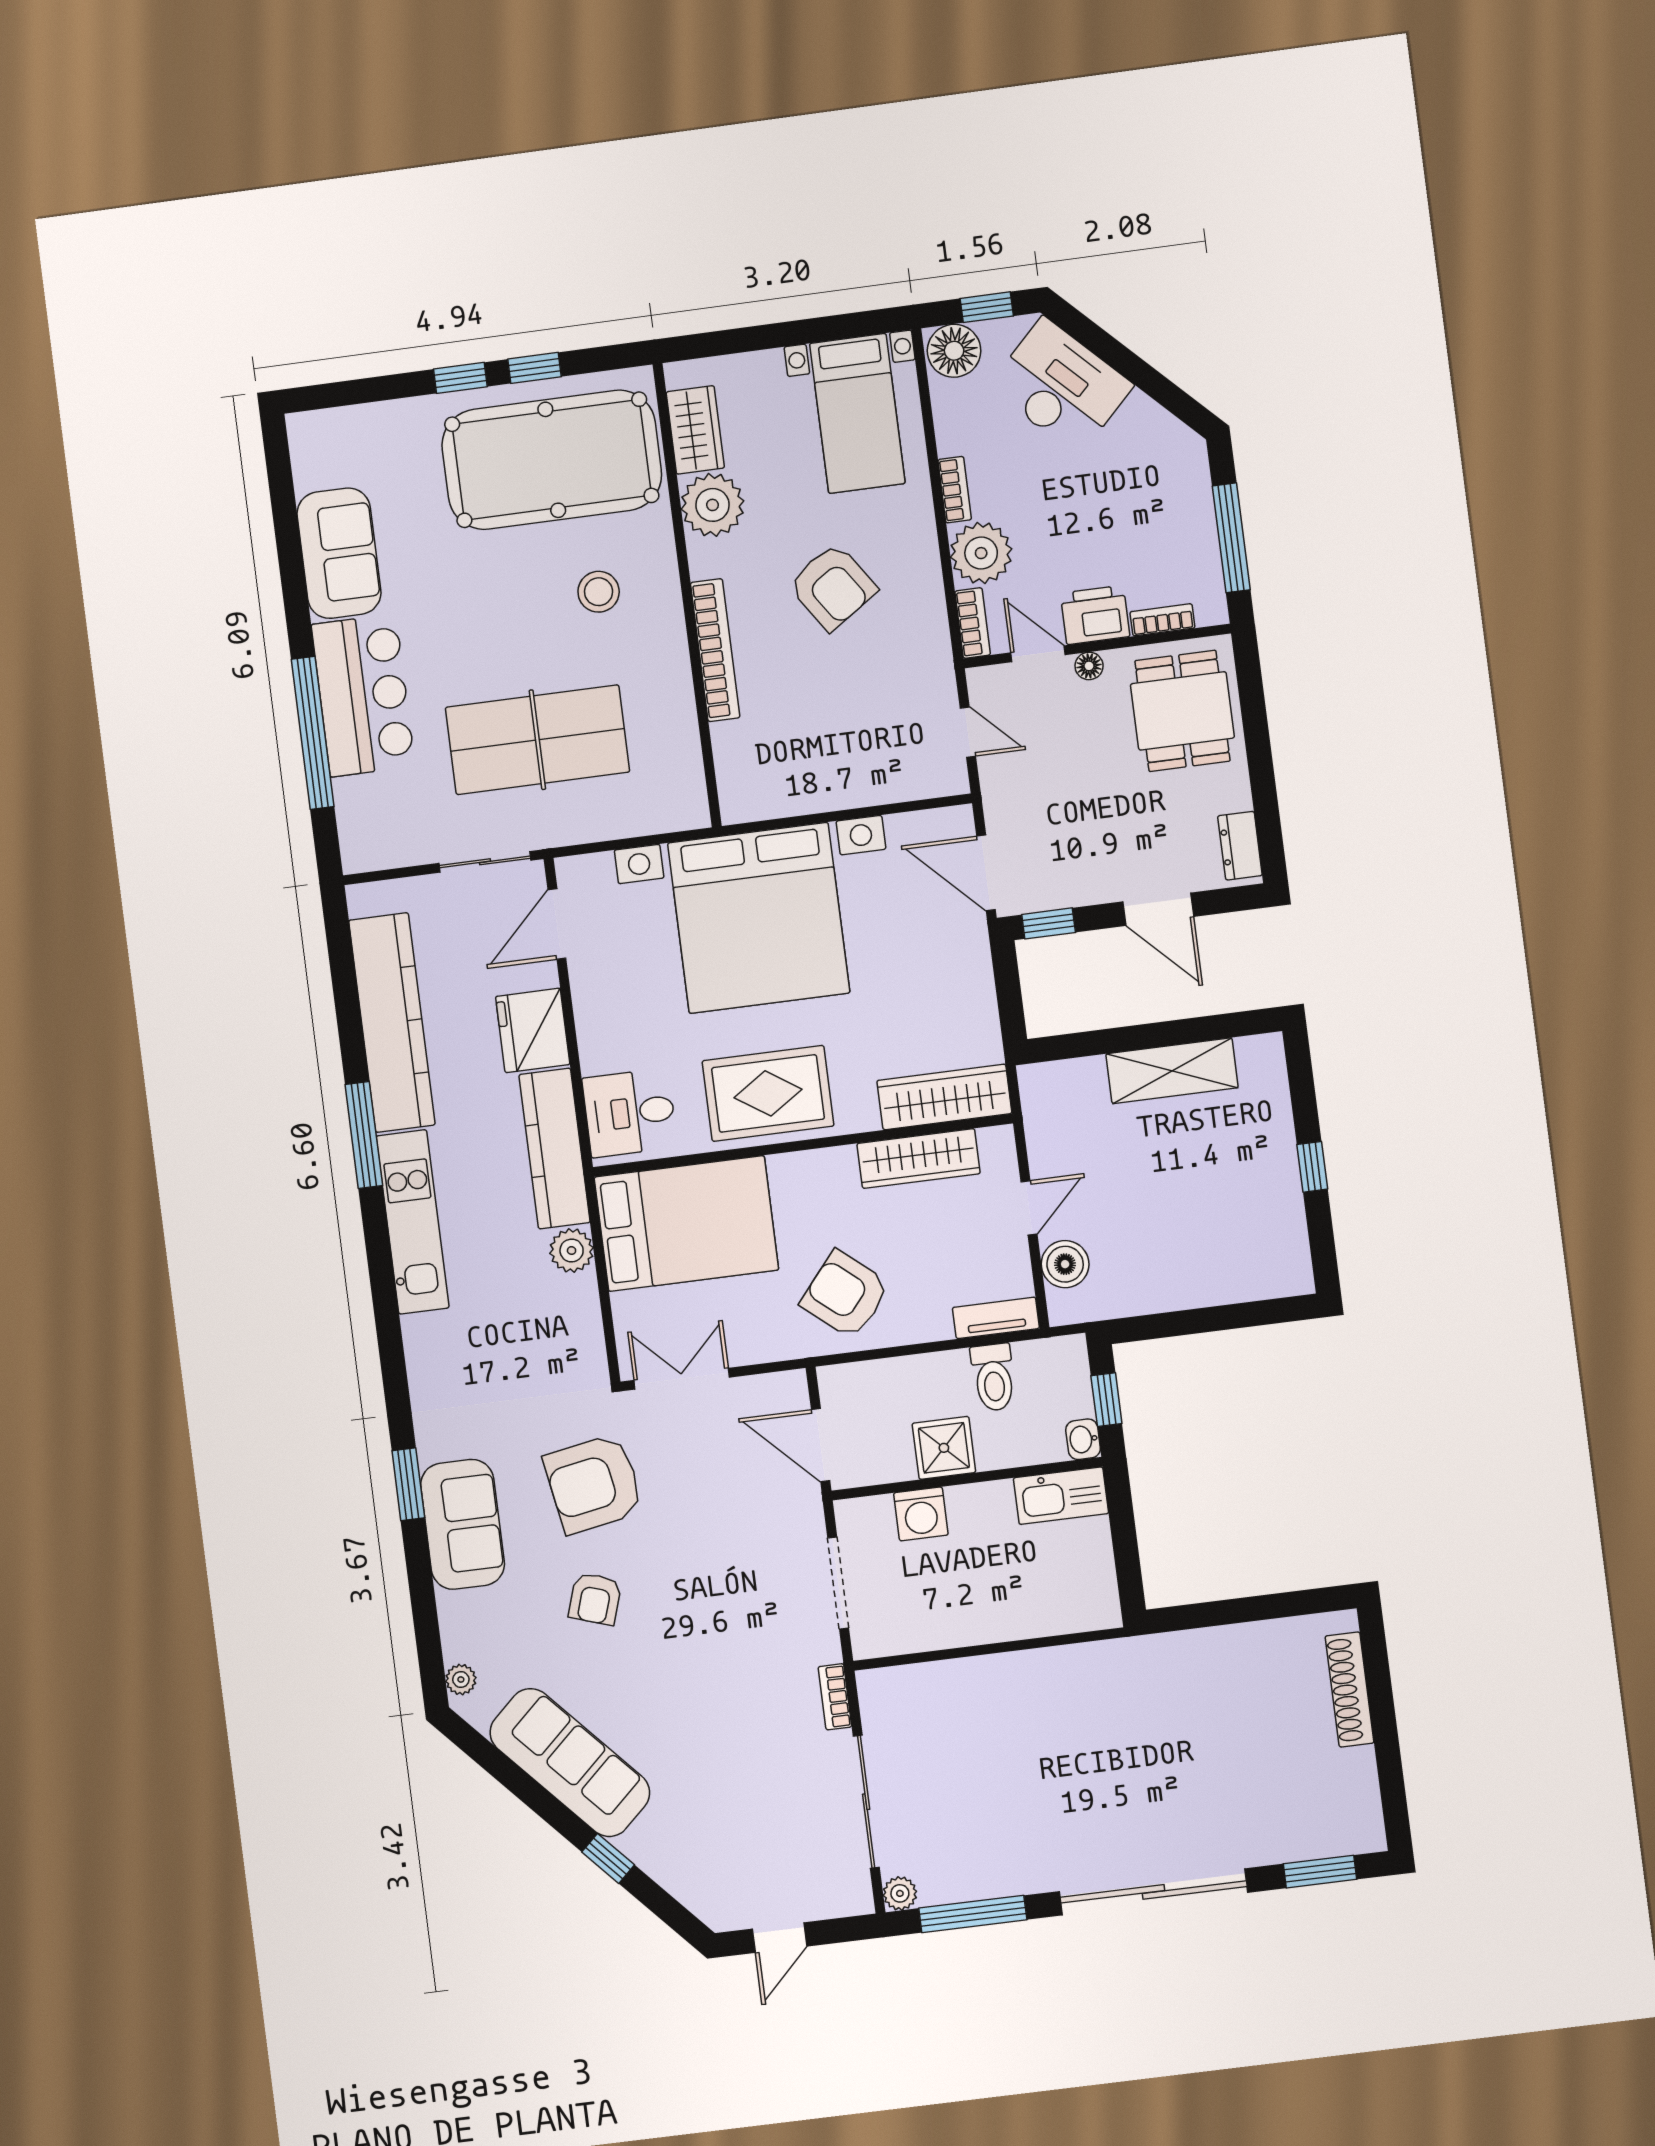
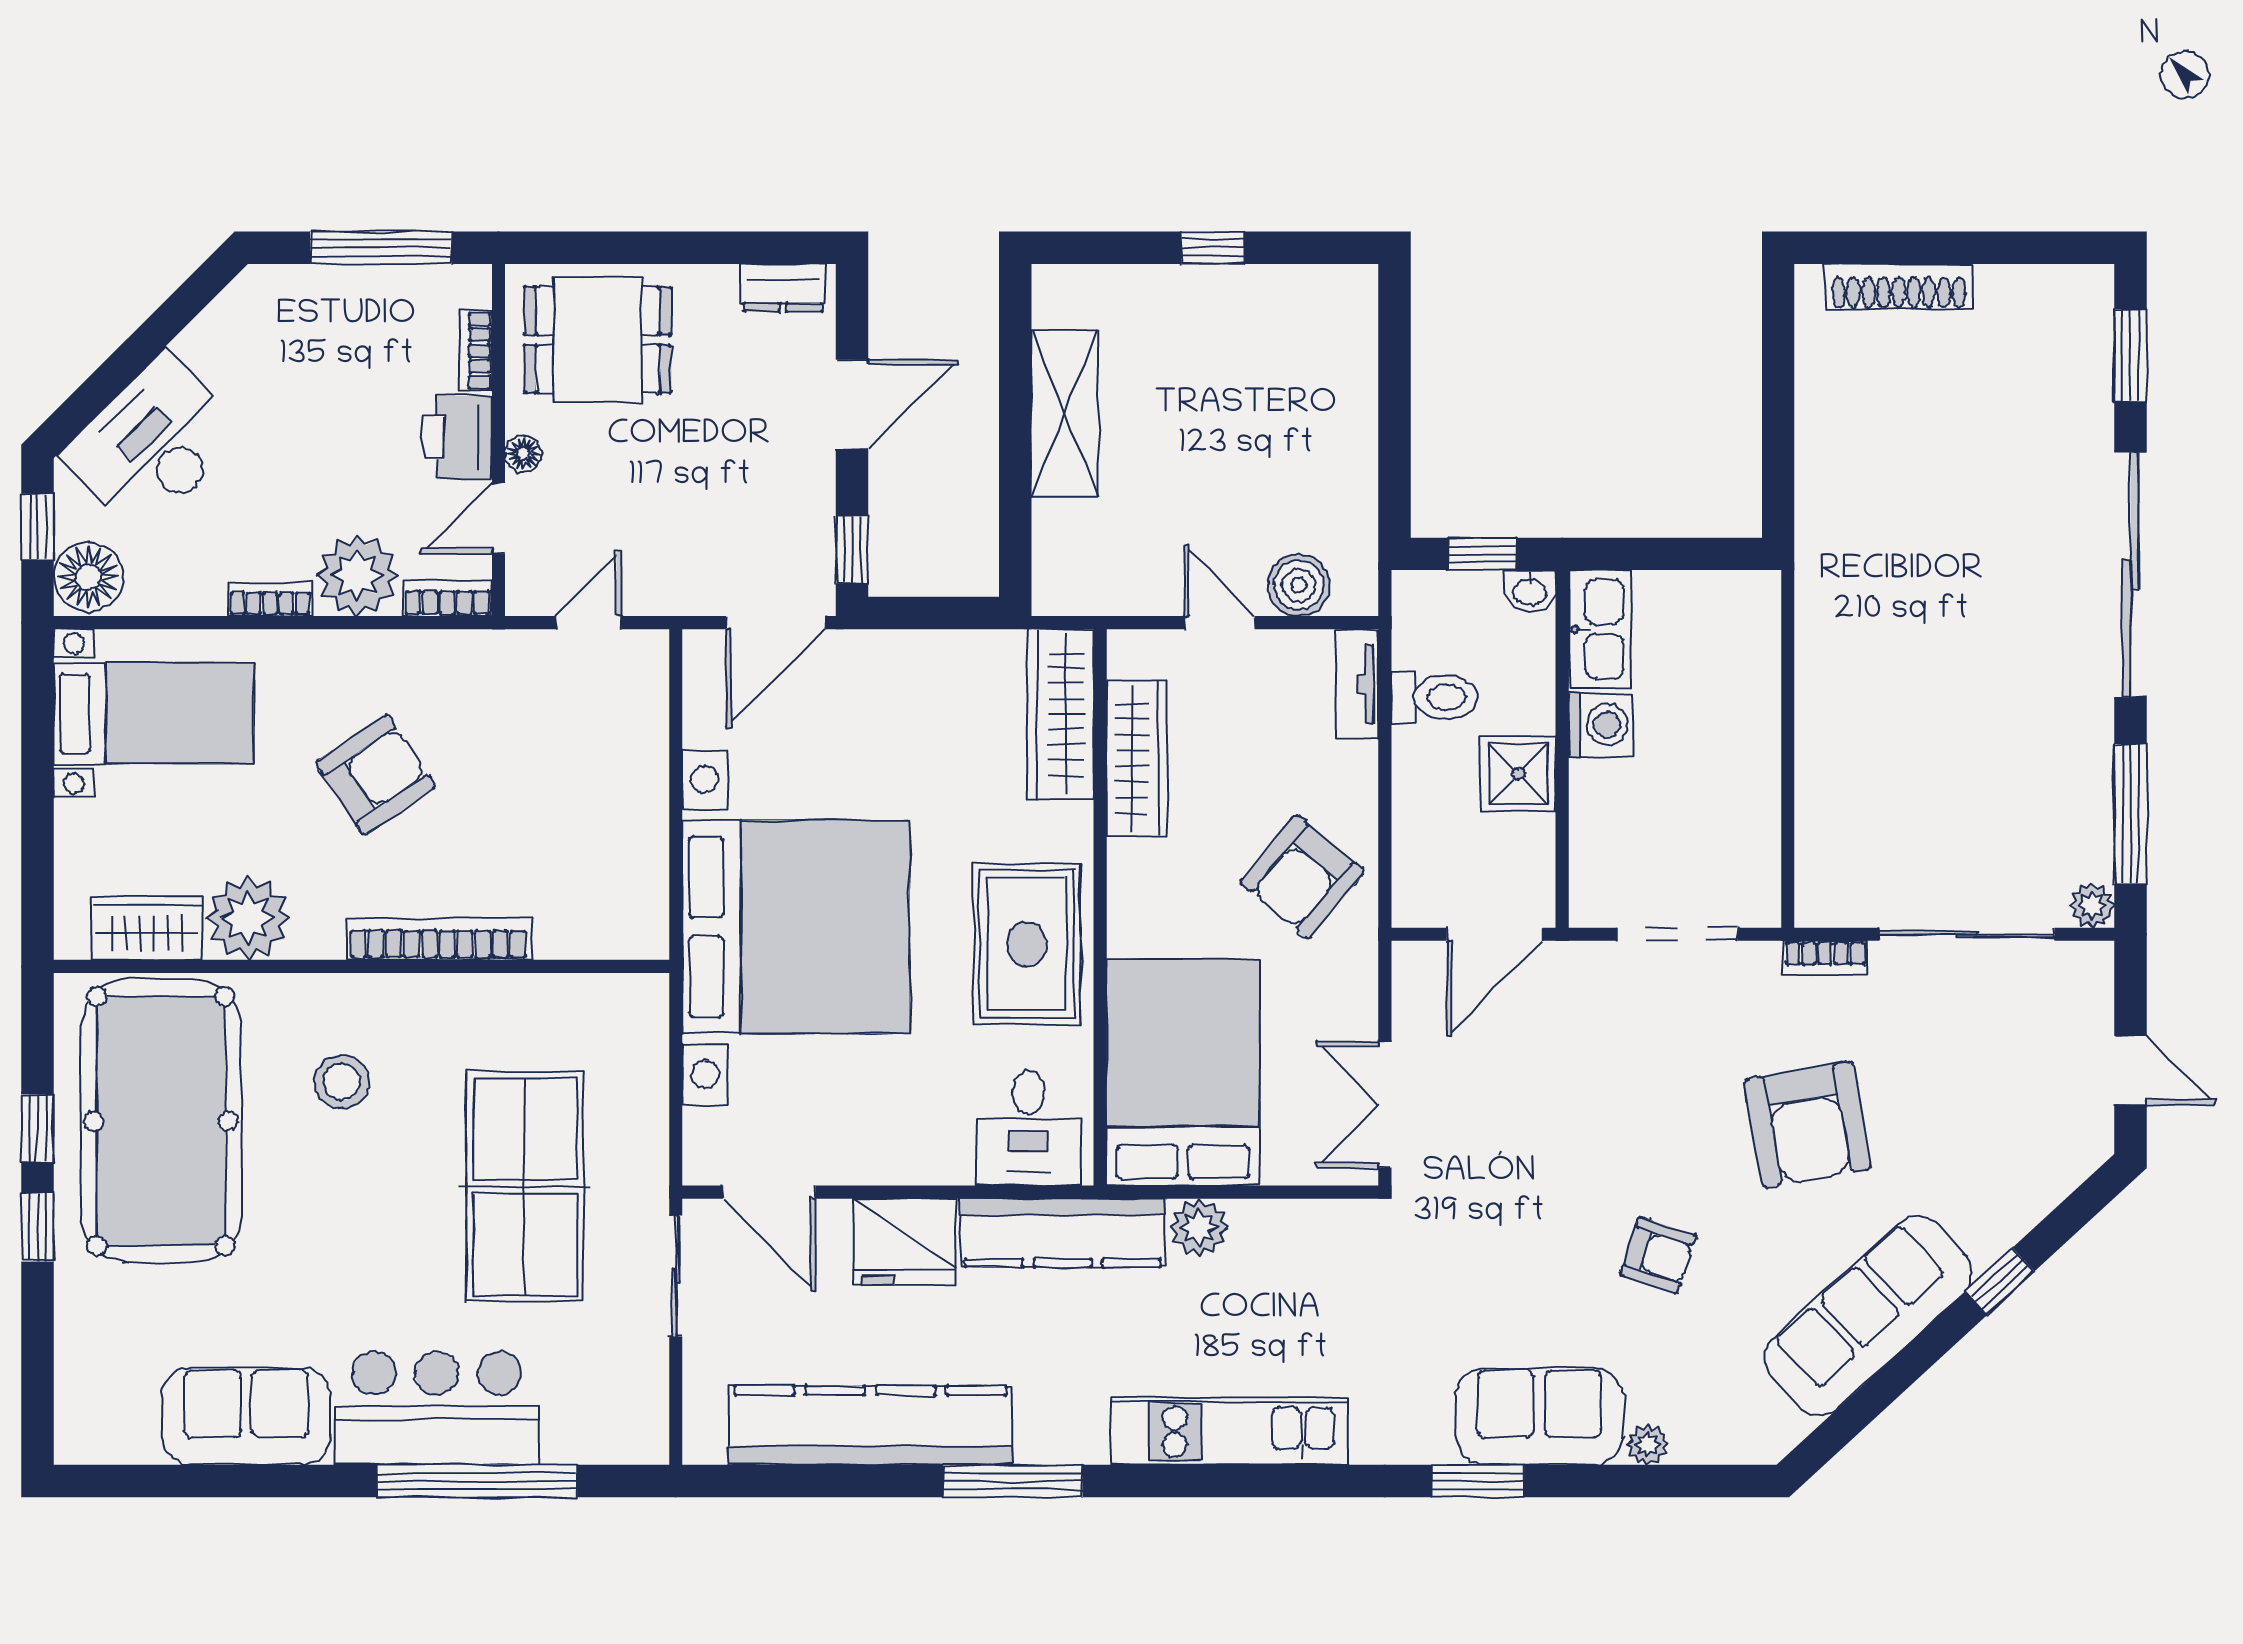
kitchen unit: (413, 1222) -> (1229, 1431), moved
armchair: (594, 1484) -> (1808, 1124), moved
washing machine: (921, 1514) -> (1601, 725), moved
plant: (461, 1679) -> (1648, 1445), moved

